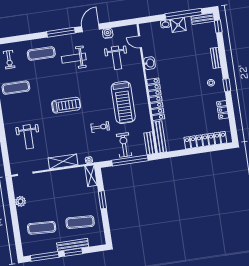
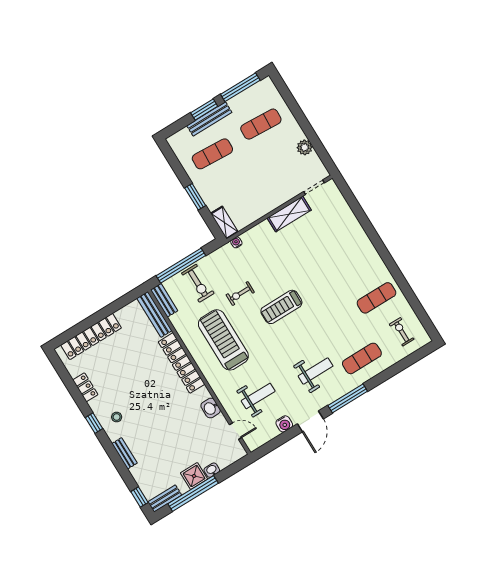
weight bench: (117, 58) -> (258, 396), turned 90
treadmill: (66, 105) -> (281, 307), moved
weight bench: (28, 137) -> (331, 239), removed
shelving: (63, 161) -> (289, 214), moved

